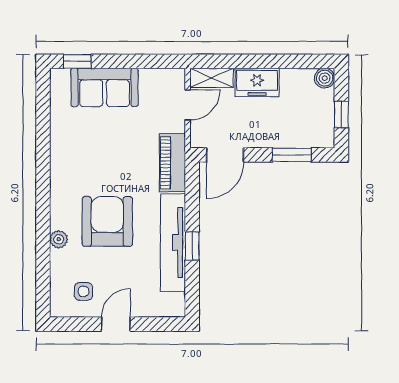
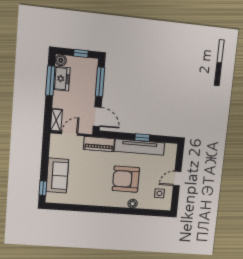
window: (285, 61) -> (50, 81), added
freezer: (257, 82) -> (62, 79), moved
door: (188, 105) -> (70, 134), hinge flipped
window: (292, 155) -> (100, 82), width x1.44
door: (116, 324) -> (177, 179), hinge flipped

